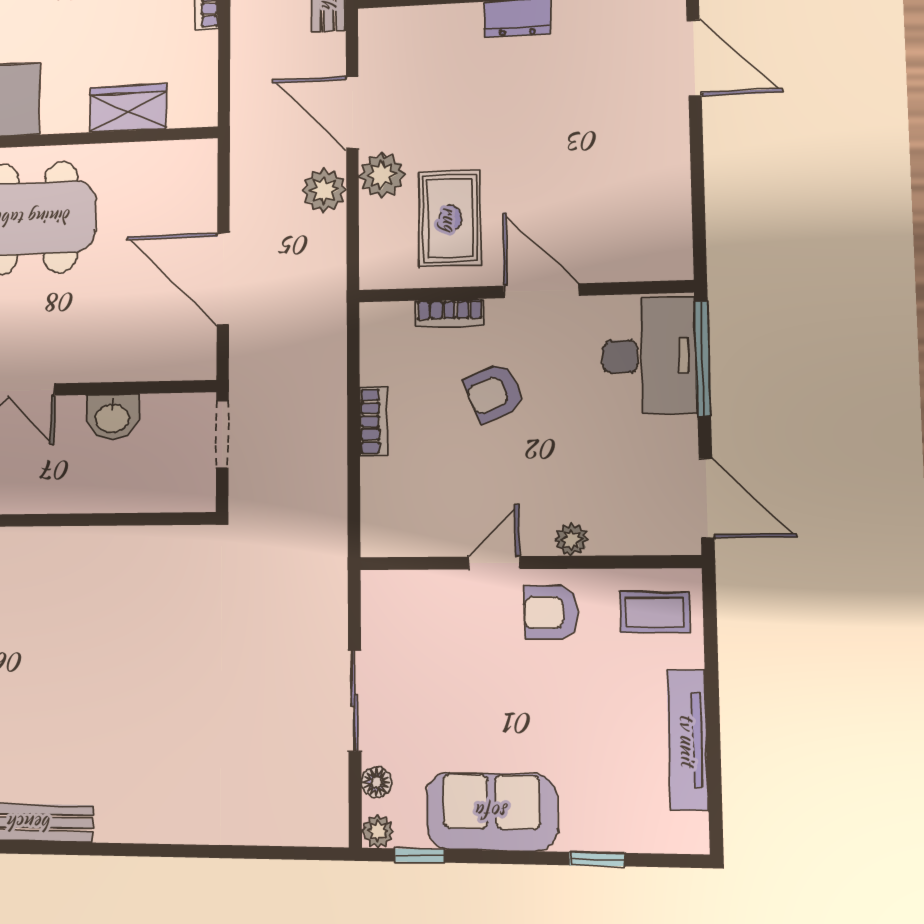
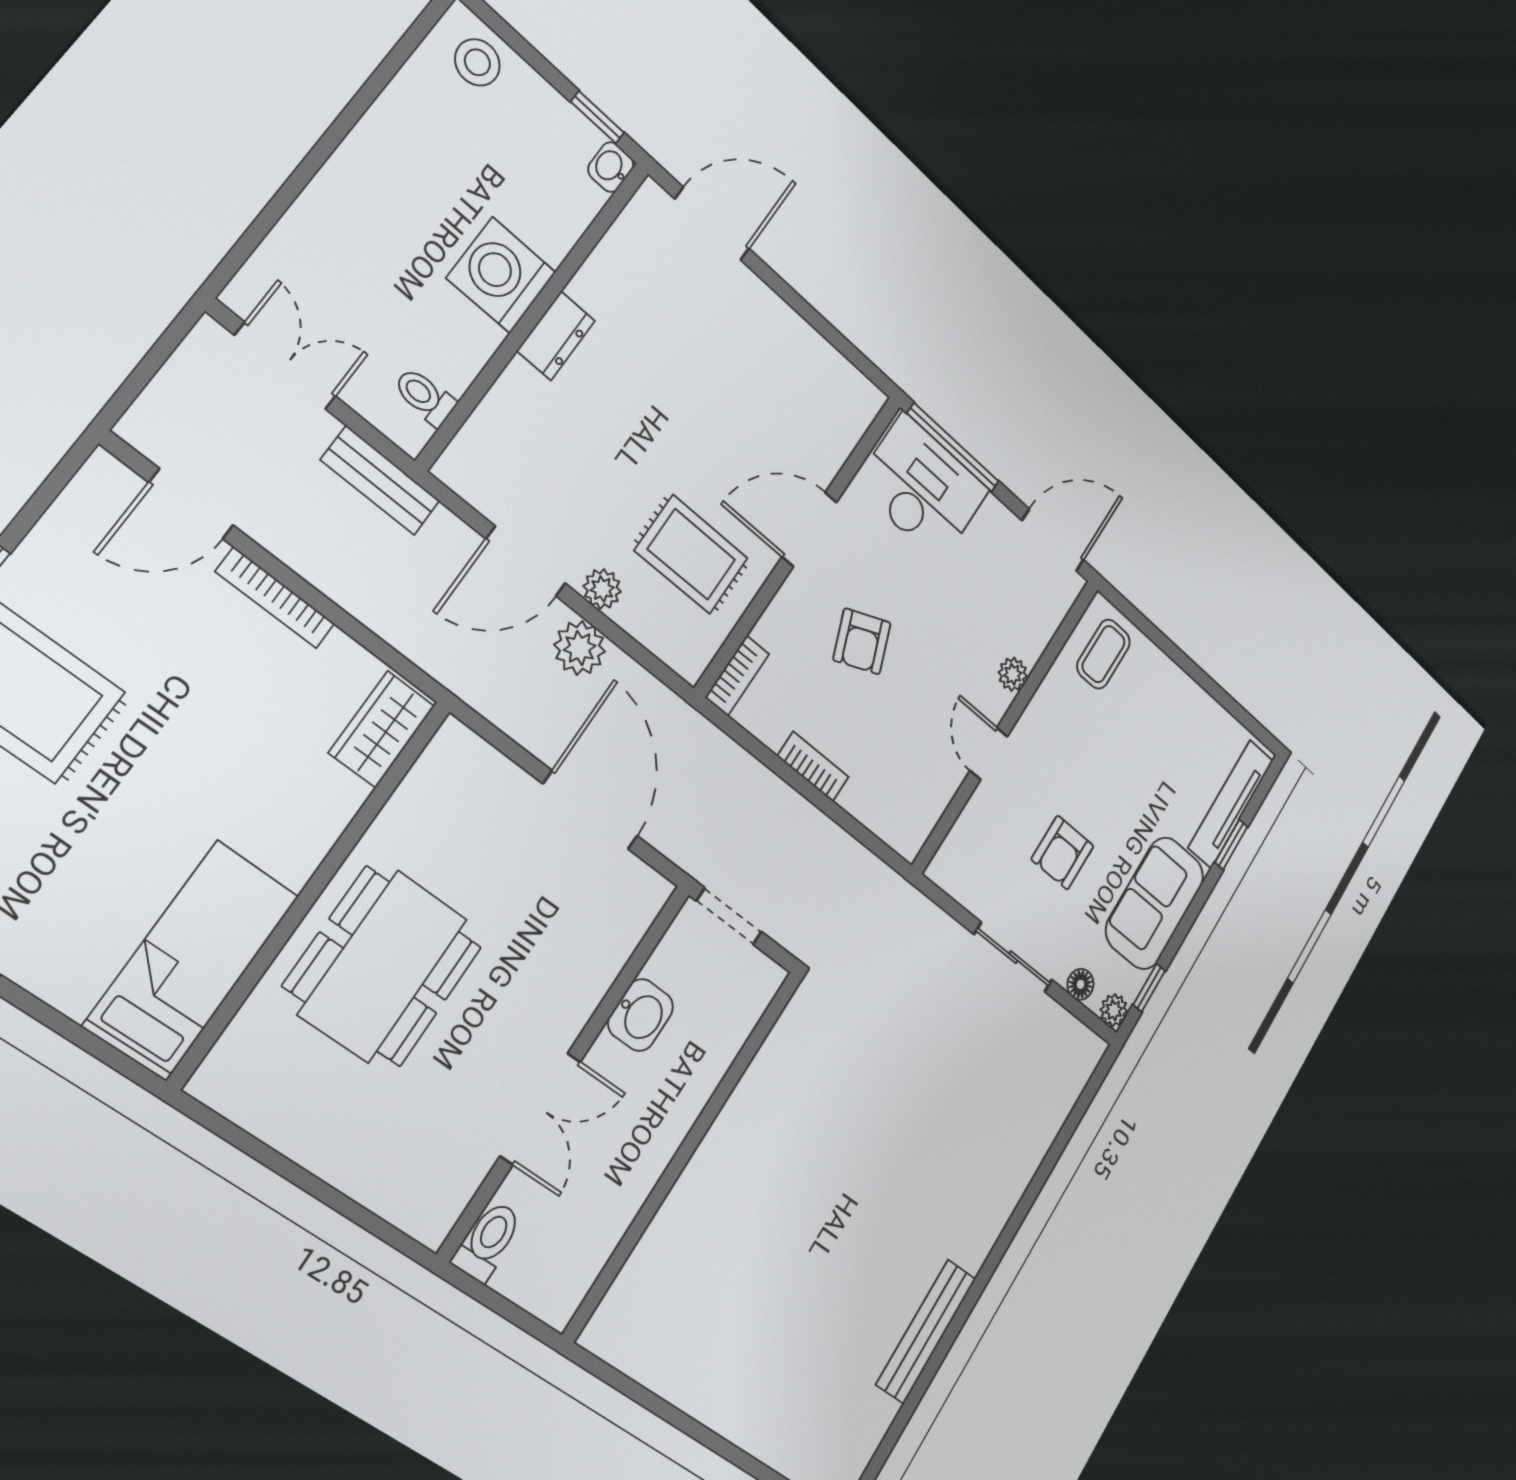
wardrobe: (128, 108) -> (382, 729), moved
plant: (382, 175) -> (602, 589), width x0.73, depth x0.73
door: (223, 279) -> (591, 810), swing flipped
bookcase: (450, 313) -> (737, 676), moved
armchair: (551, 612) -> (1063, 853), moved
tv unit: (688, 740) -> (1231, 804), moved, turned 90

